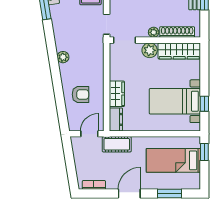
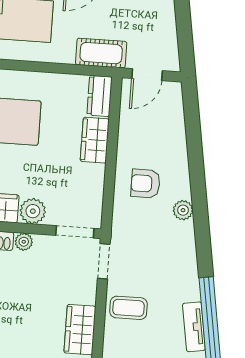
armchair: (80, 94) -> (145, 184), moved

